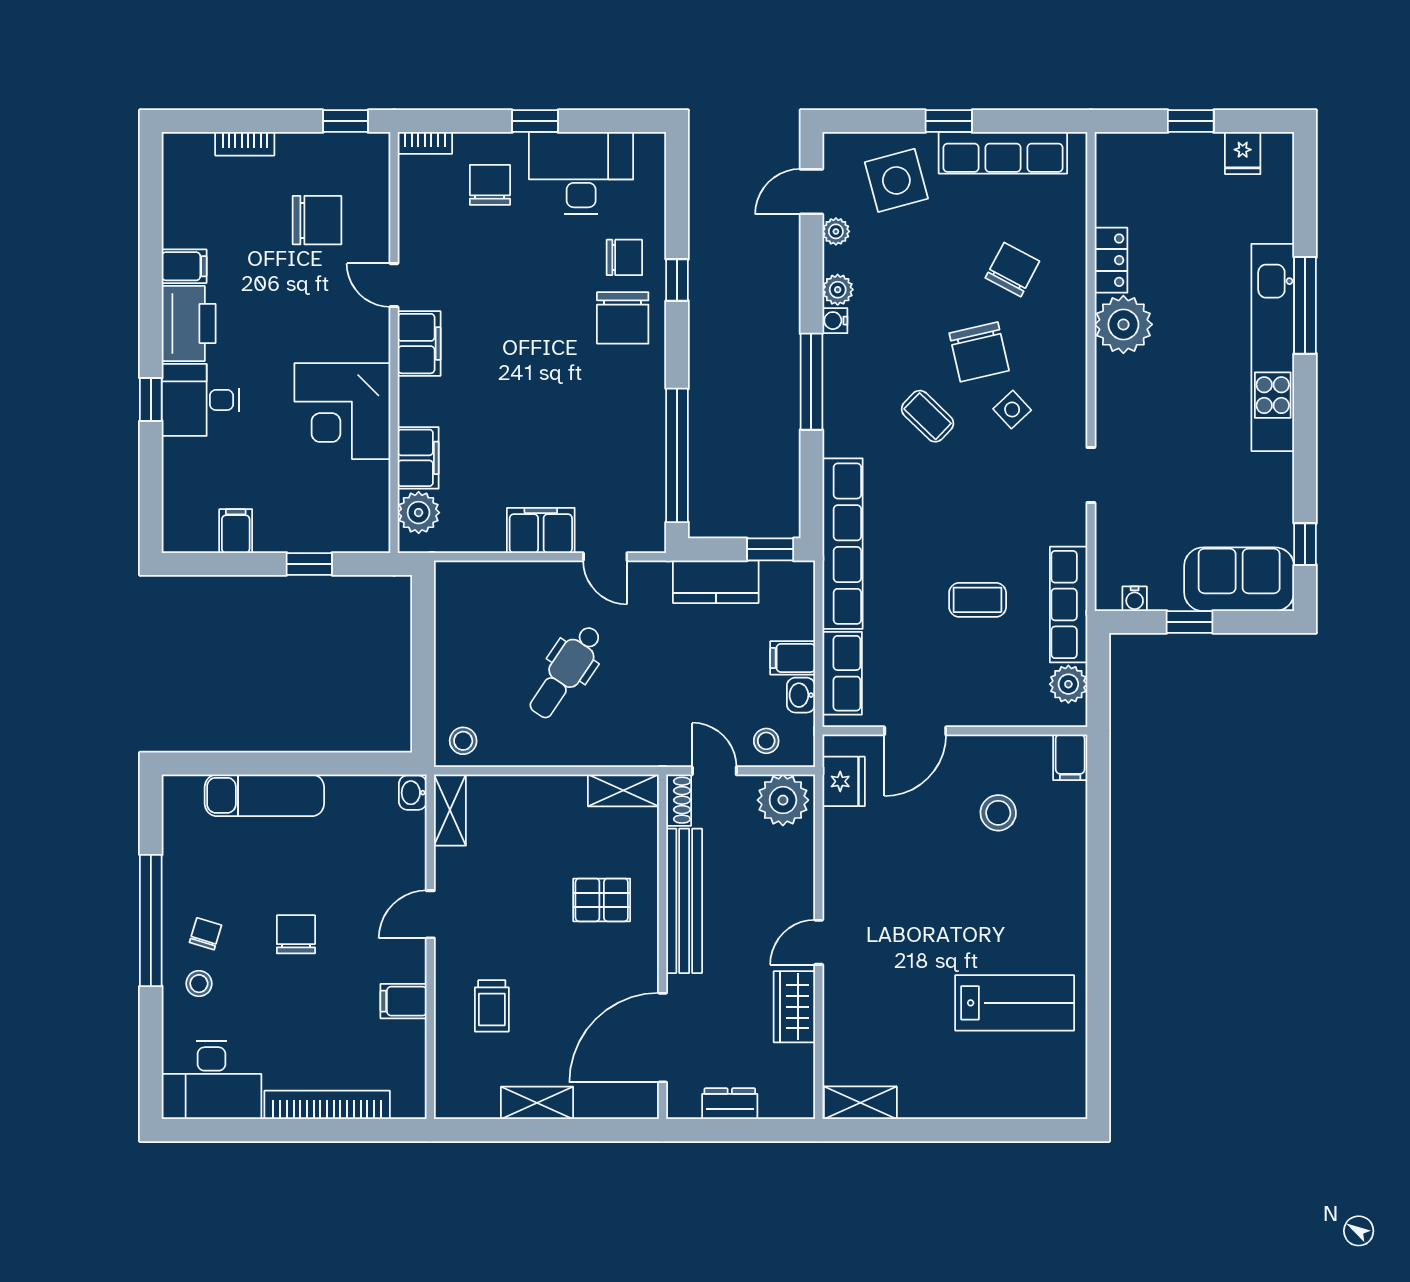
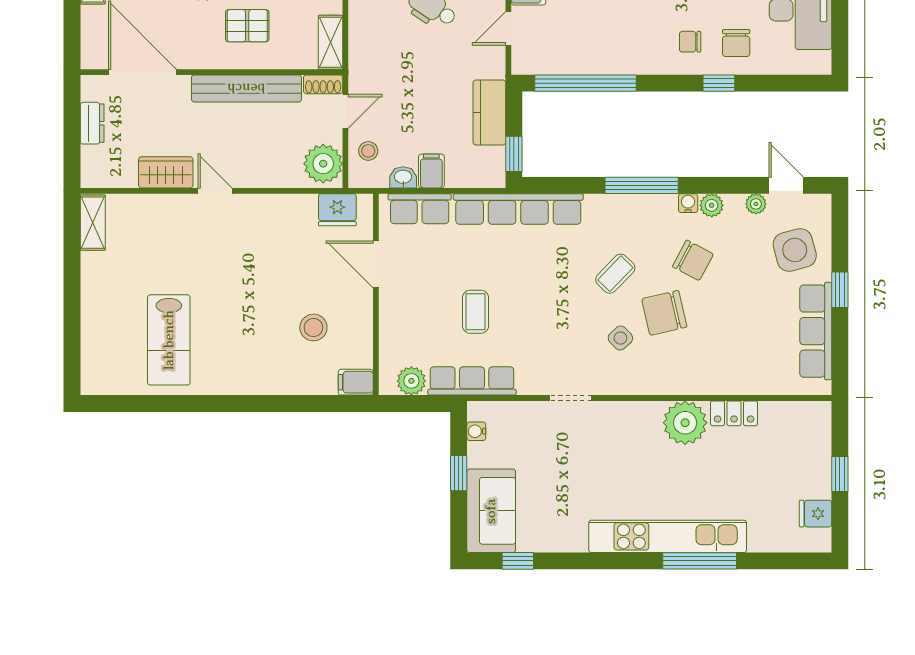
chair: (1012, 270) -> (693, 260), moved
chair: (623, 318) -> (690, 42), width x0.54, depth x0.54
pallet: (602, 900) -> (247, 26), turned 90

